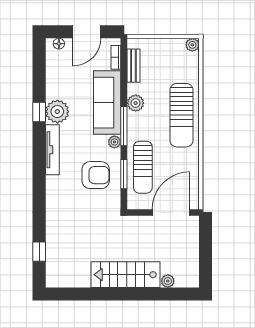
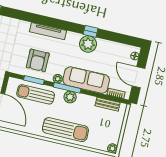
plant: (136, 103) -> (70, 97), moved
sun lounger: (182, 115) -> (65, 130), turned 180
tv unit: (52, 150) -> (48, 31), moved

